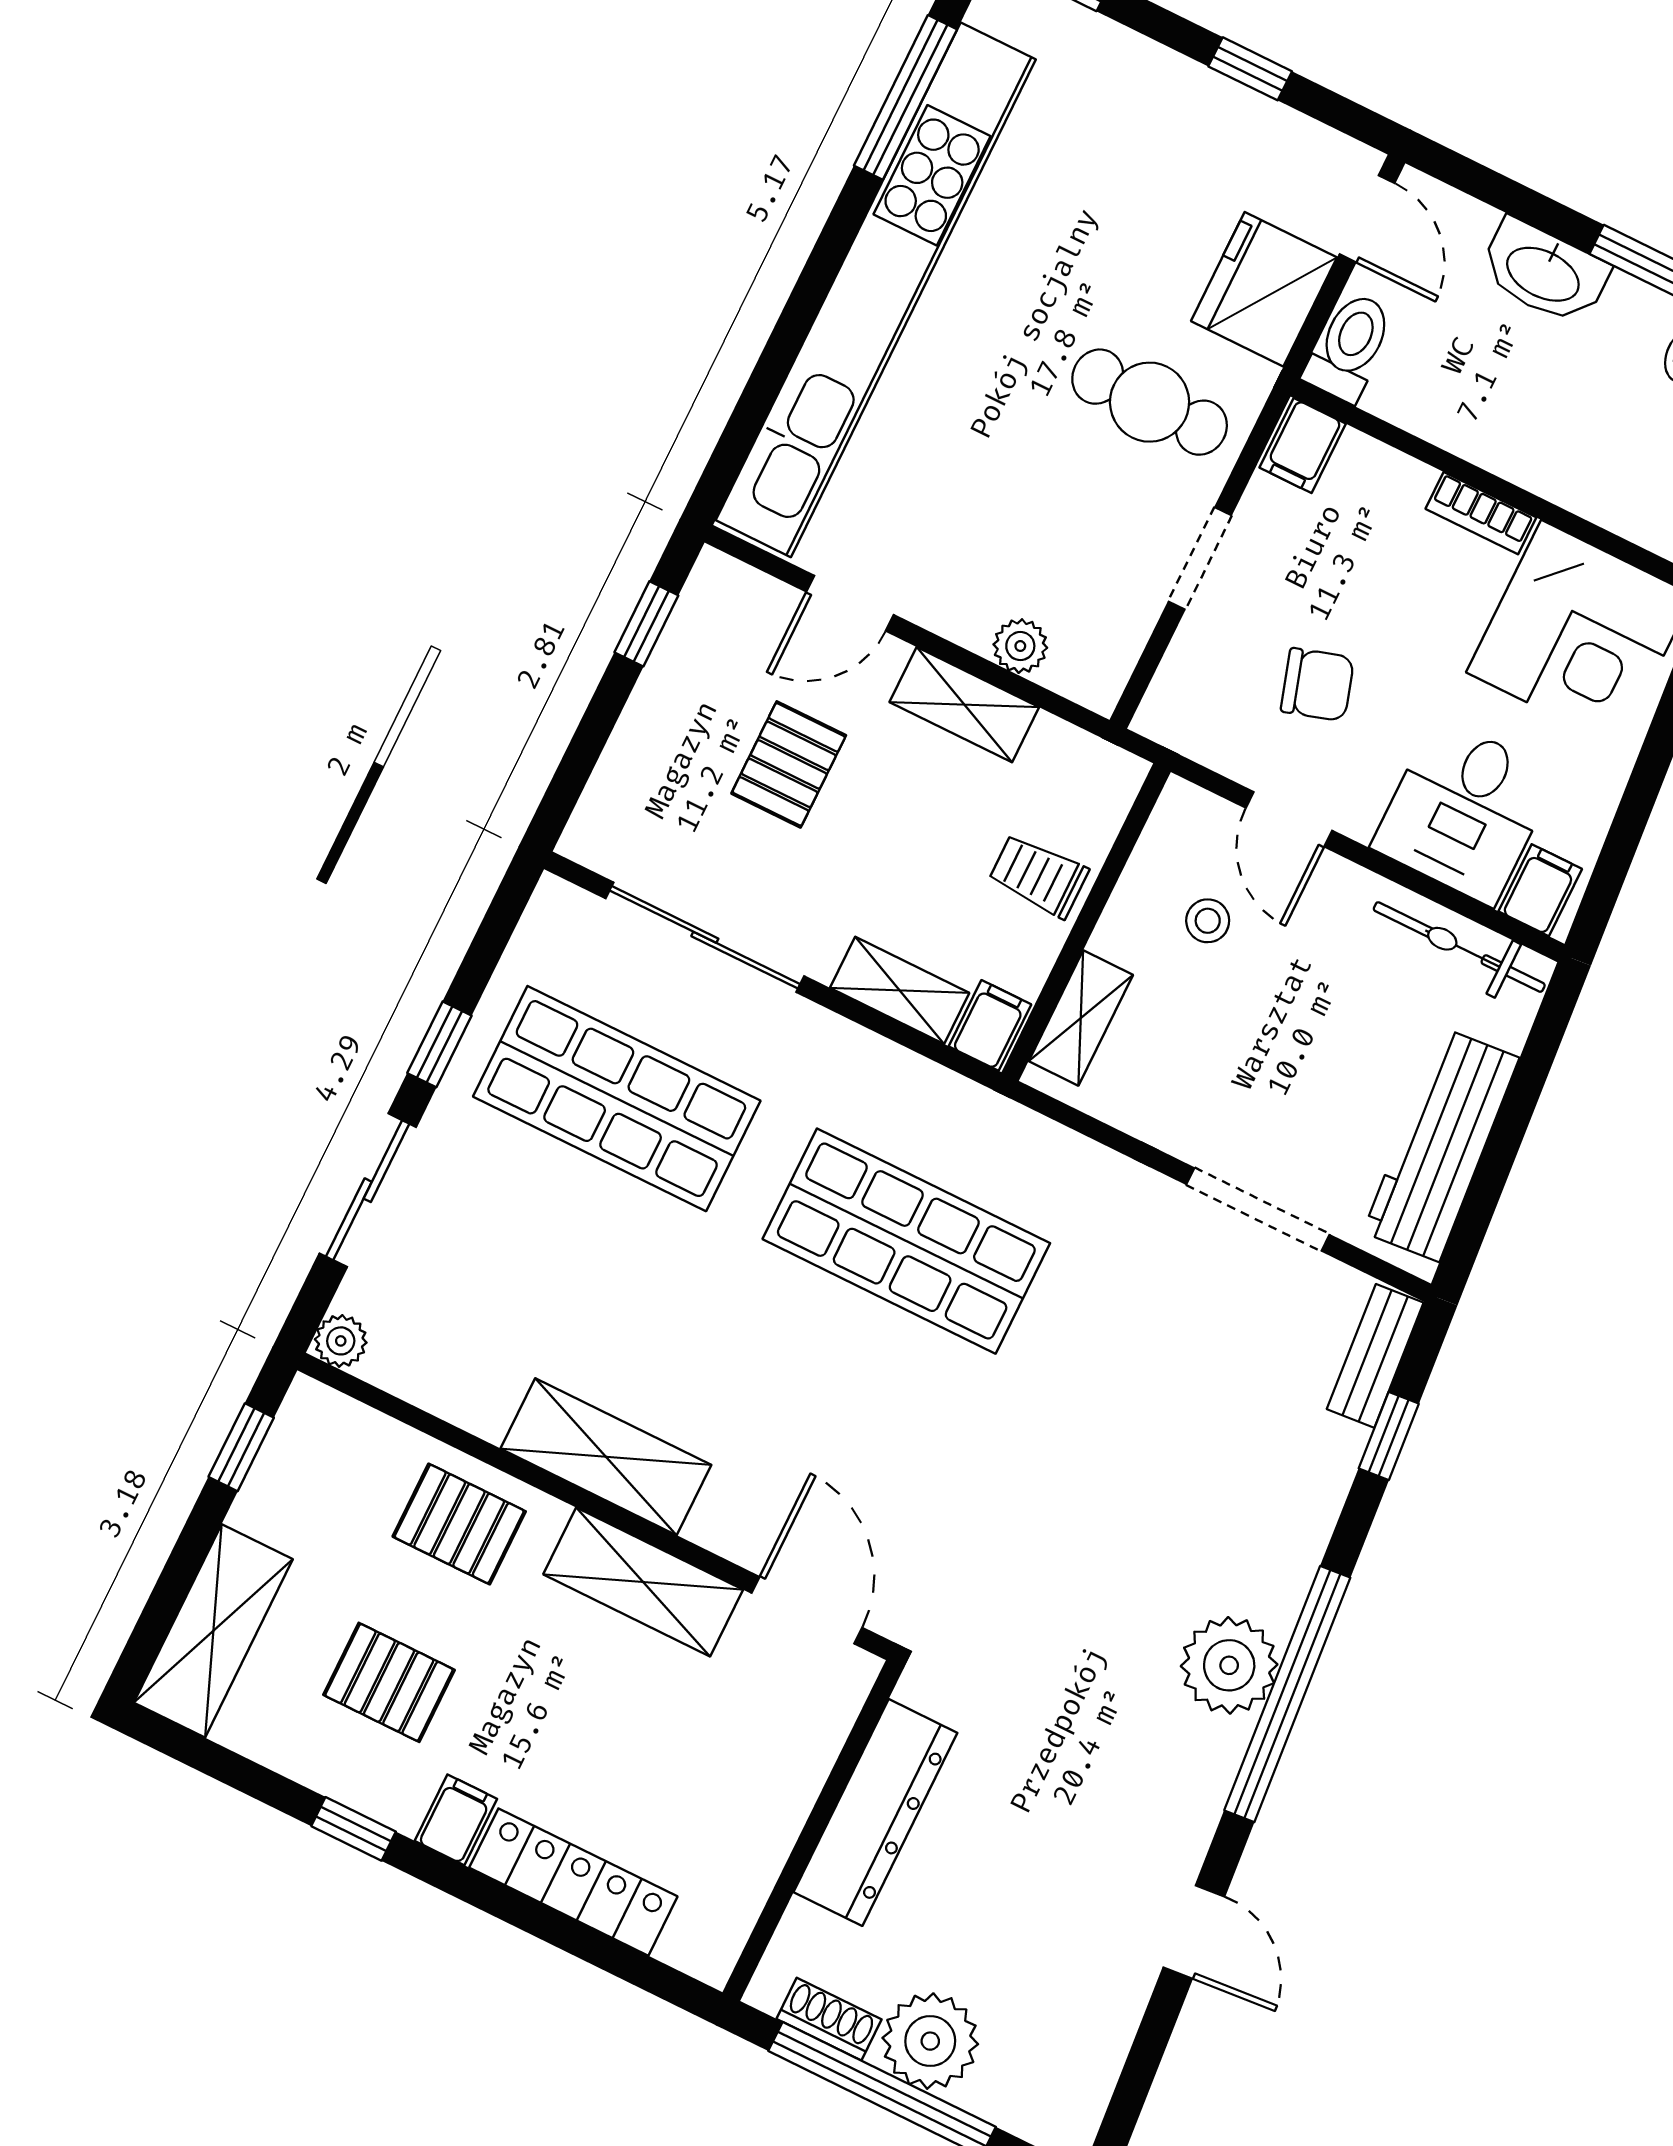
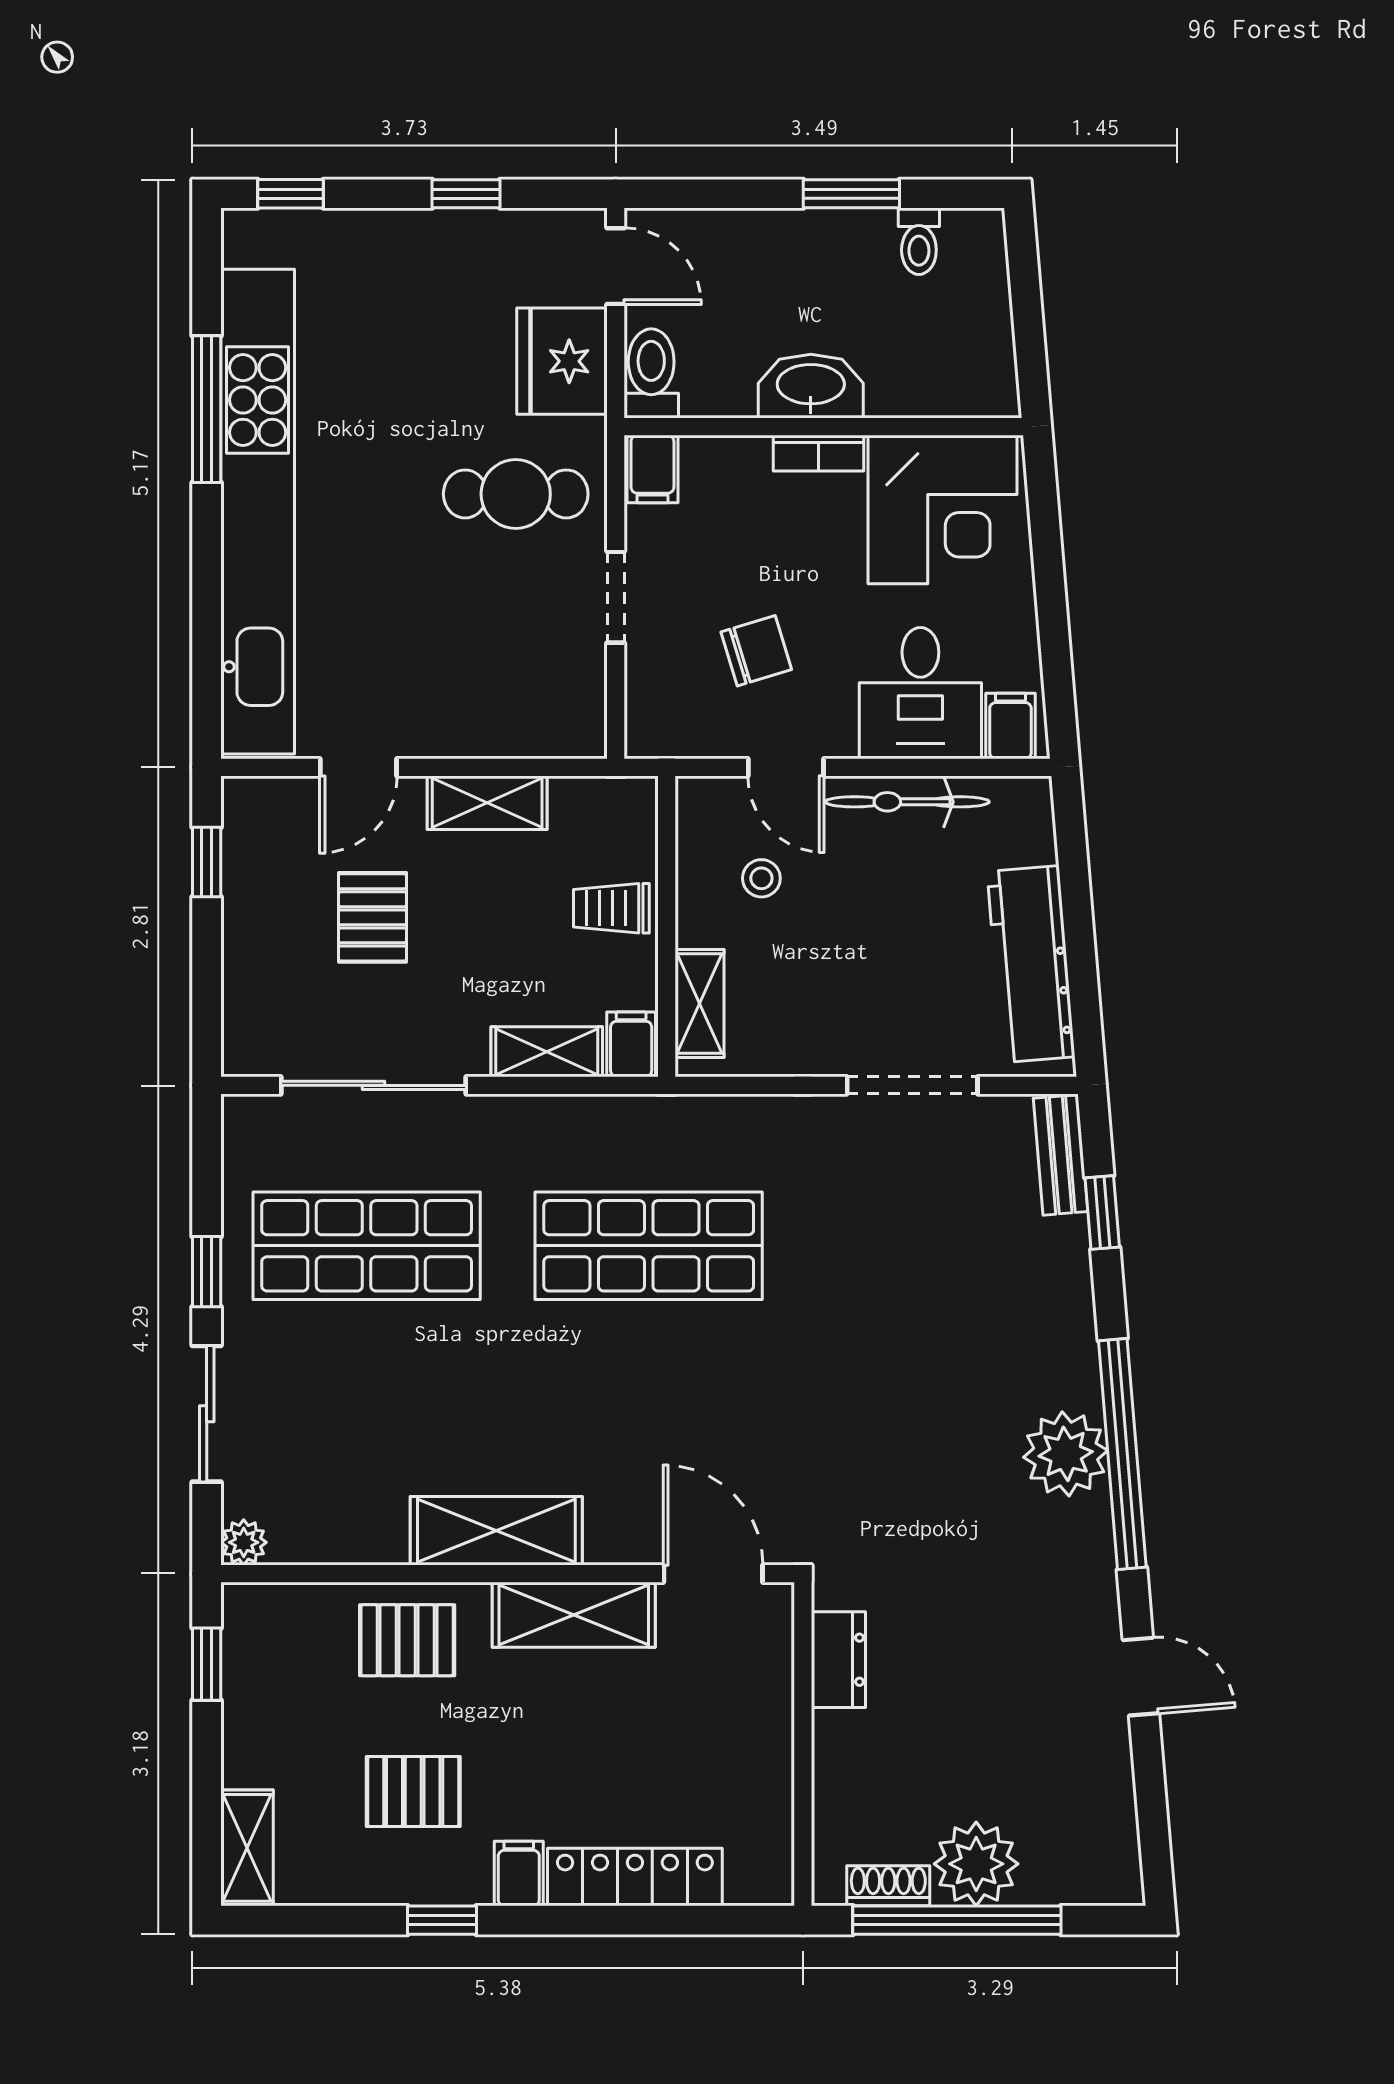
window: (905, 97) -> (207, 409), moved
washbasin: (1544, 272) -> (811, 386), moved, turned 180
plant: (1020, 646) -> (508, 735), removed
bicycle: (1459, 947) -> (907, 802), moved
shelving: (213, 1631) -> (247, 1848), width x0.67, depth x0.75
dresser: (875, 1813) -> (838, 1660), width x0.51, depth x0.80

